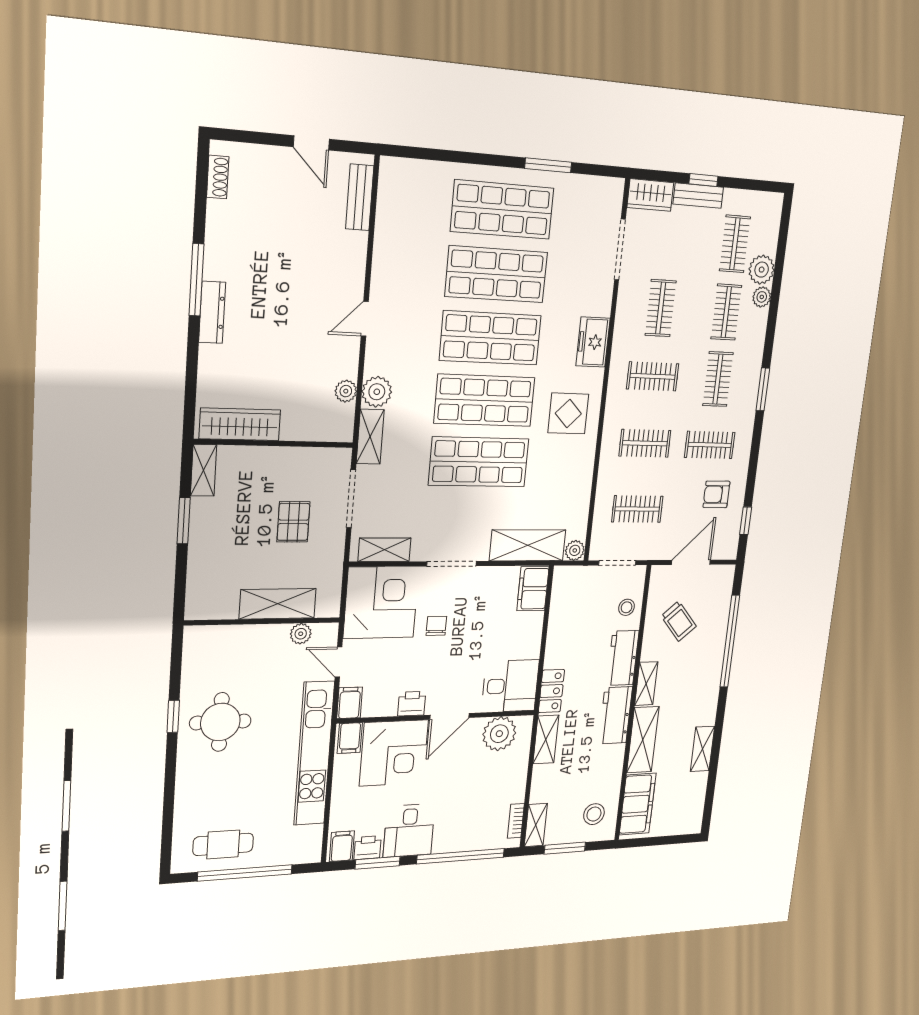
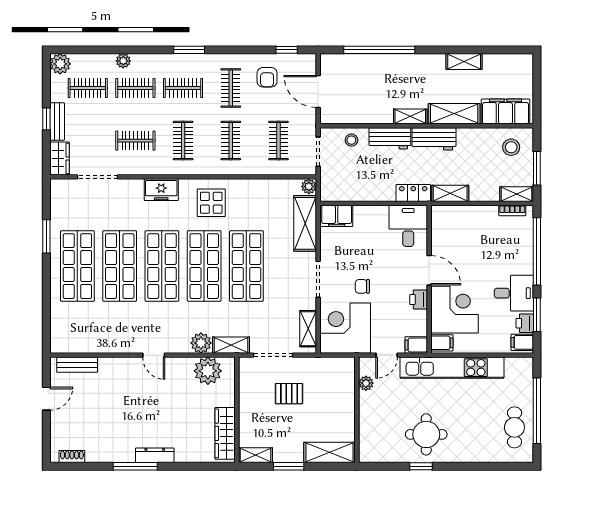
plant: (762, 270) -> (60, 64), moved
plant: (346, 391) -> (208, 371), width x1.88, depth x1.88
shelving: (278, 604) -> (329, 452), moved, turned 90
trolley: (679, 621) -> (363, 96), removed
plant: (499, 734) -> (444, 231), removed

